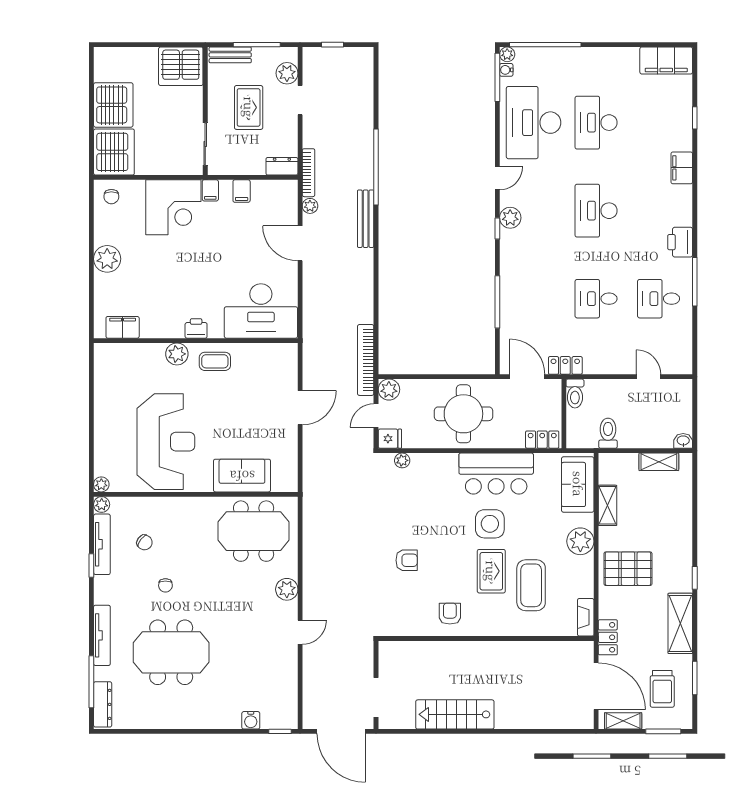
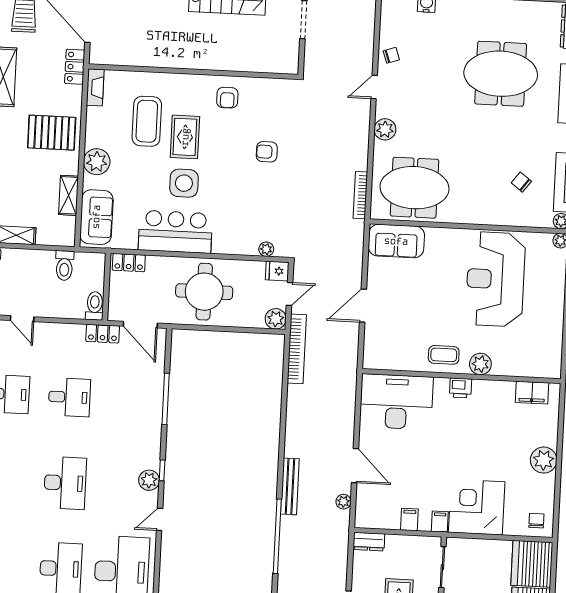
bookcase: (309, 173) -> (360, 195), moved
sofa: (242, 476) -> (396, 241), moved
chair: (165, 585) -> (391, 55), moved, turned 71

